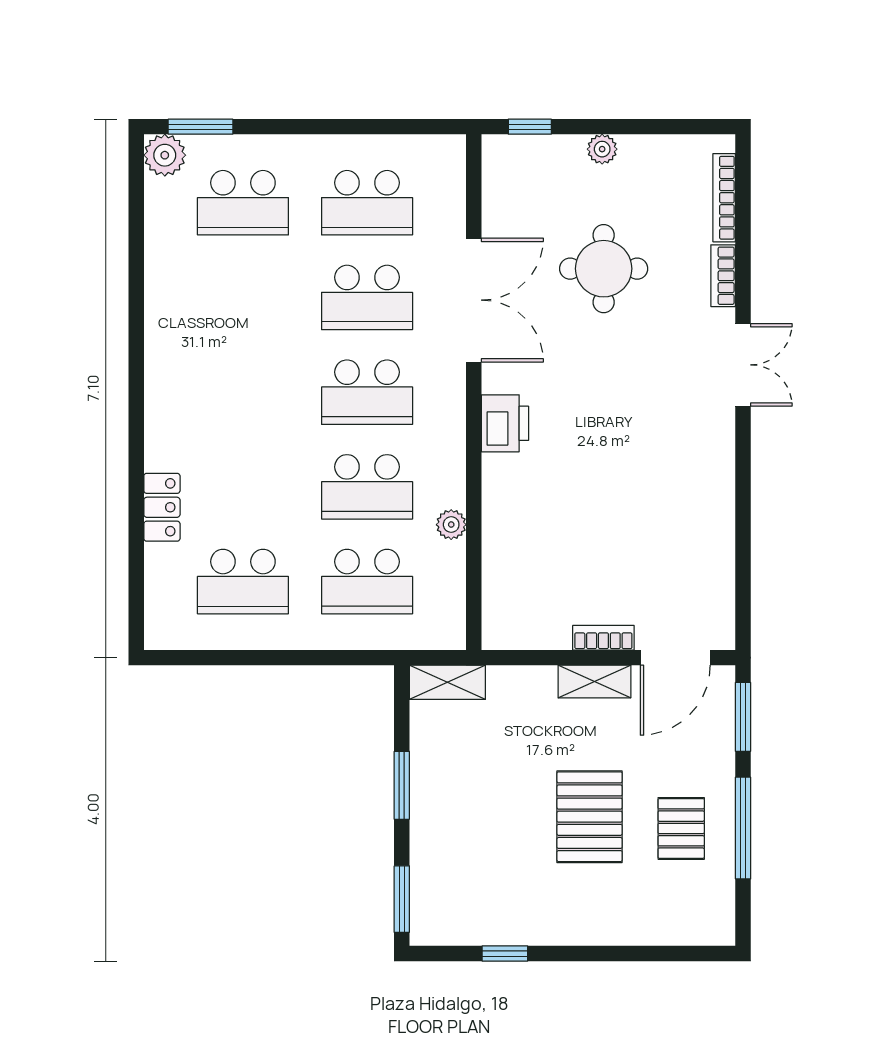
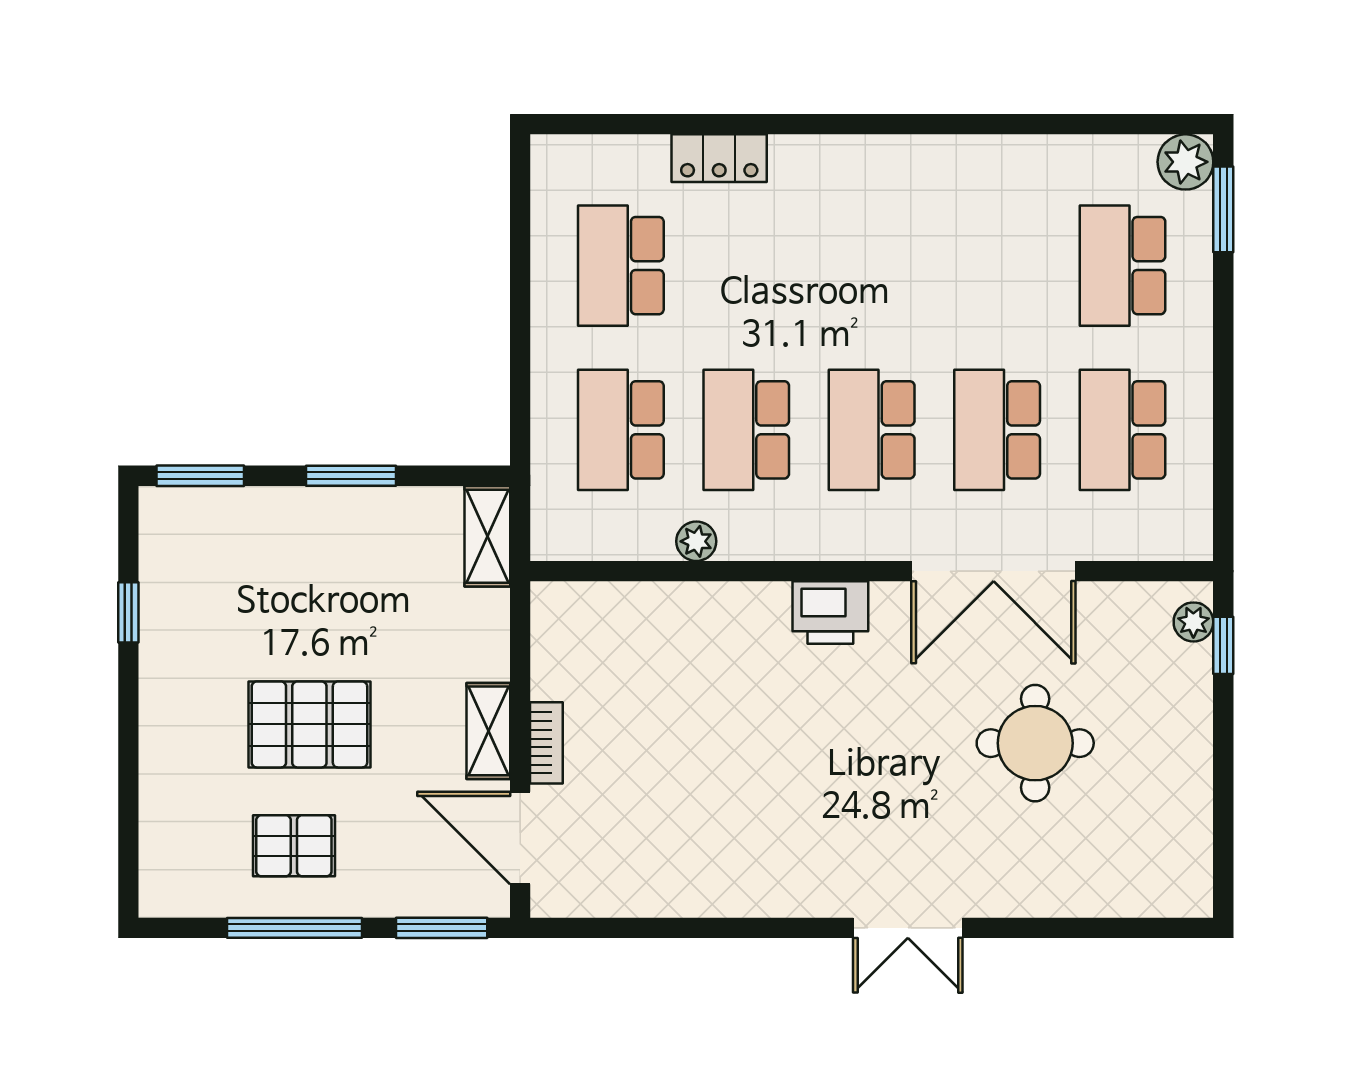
plant: (602, 149) -> (1193, 622), moved
bookcase: (724, 198) -> (1129, 903), removed
bookcase: (723, 276) -> (1026, 901), removed

